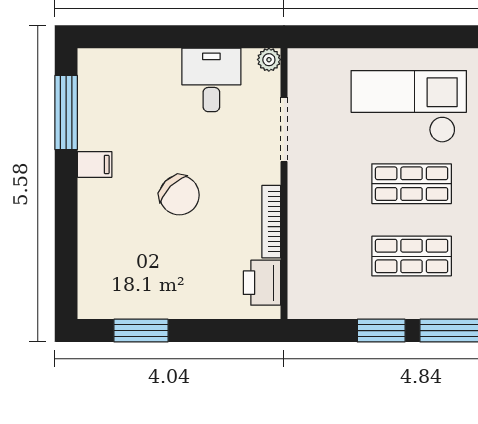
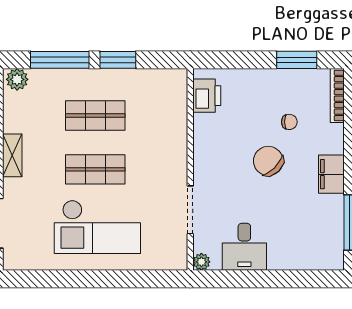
filing cabinet: (95, 164) -> (331, 174), width x2.00
bookcase: (271, 222) -> (337, 95), moved, turned 180
chair: (151, 247) -> (289, 122), added

